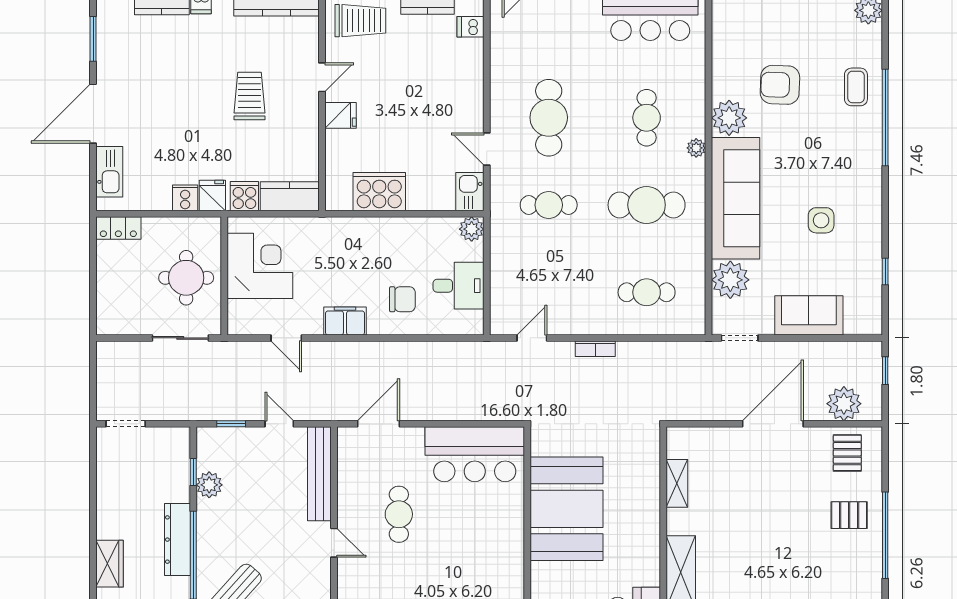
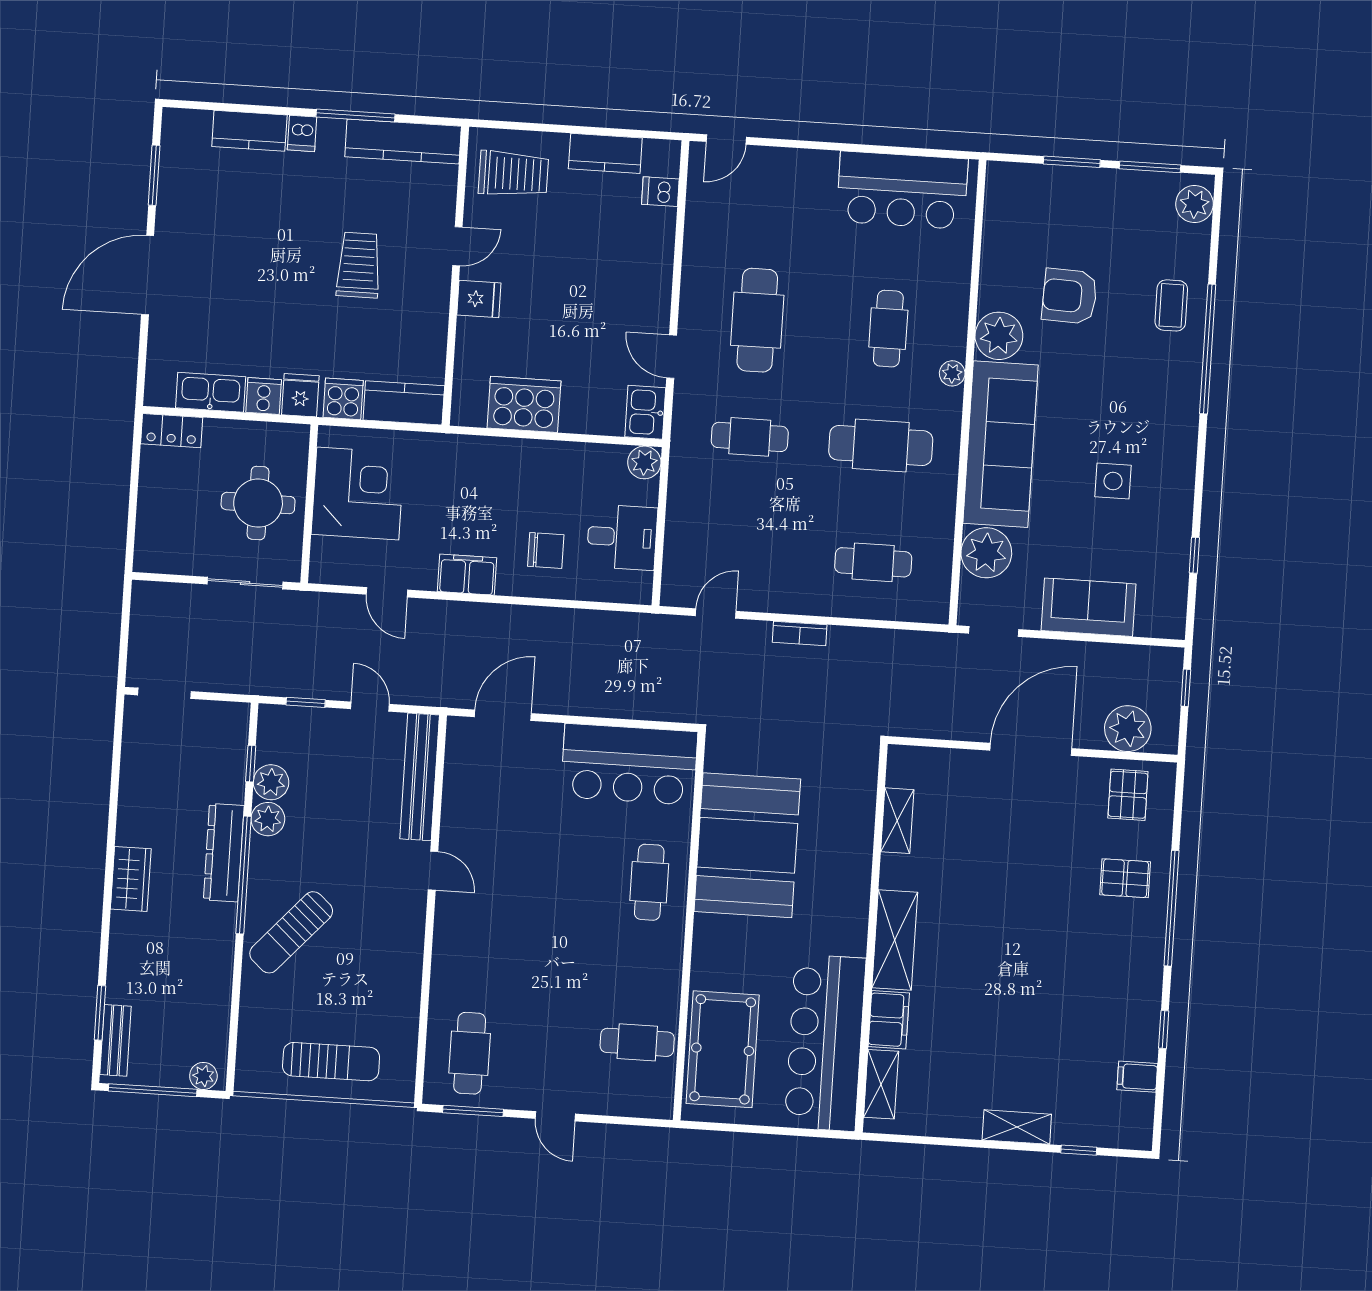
kitchen sink: (109, 172) -> (211, 392), moved, turned -90
plant: (209, 512) -> (268, 819), added
cafe table: (399, 514) -> (649, 882), moved

